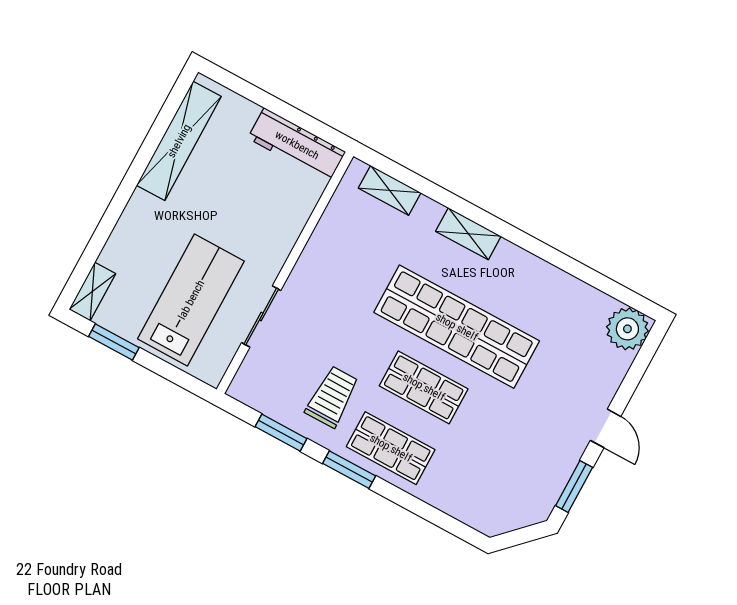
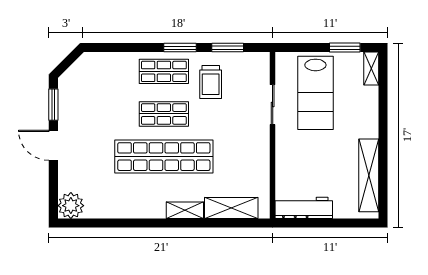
shelving: (390, 190) -> (231, 208), width x1.50, depth x1.33
door: (606, 428) -> (53, 145), width x1.38

